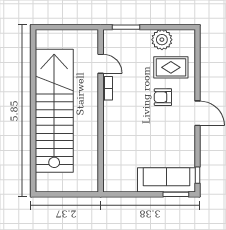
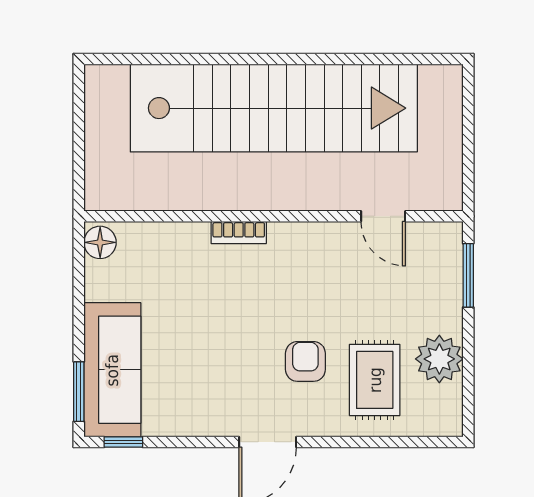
door: (101, 64) -> (383, 216), hinge flipped
bookcase: (108, 88) -> (239, 232), moved
floor lamp: (112, 185) -> (100, 242), added

